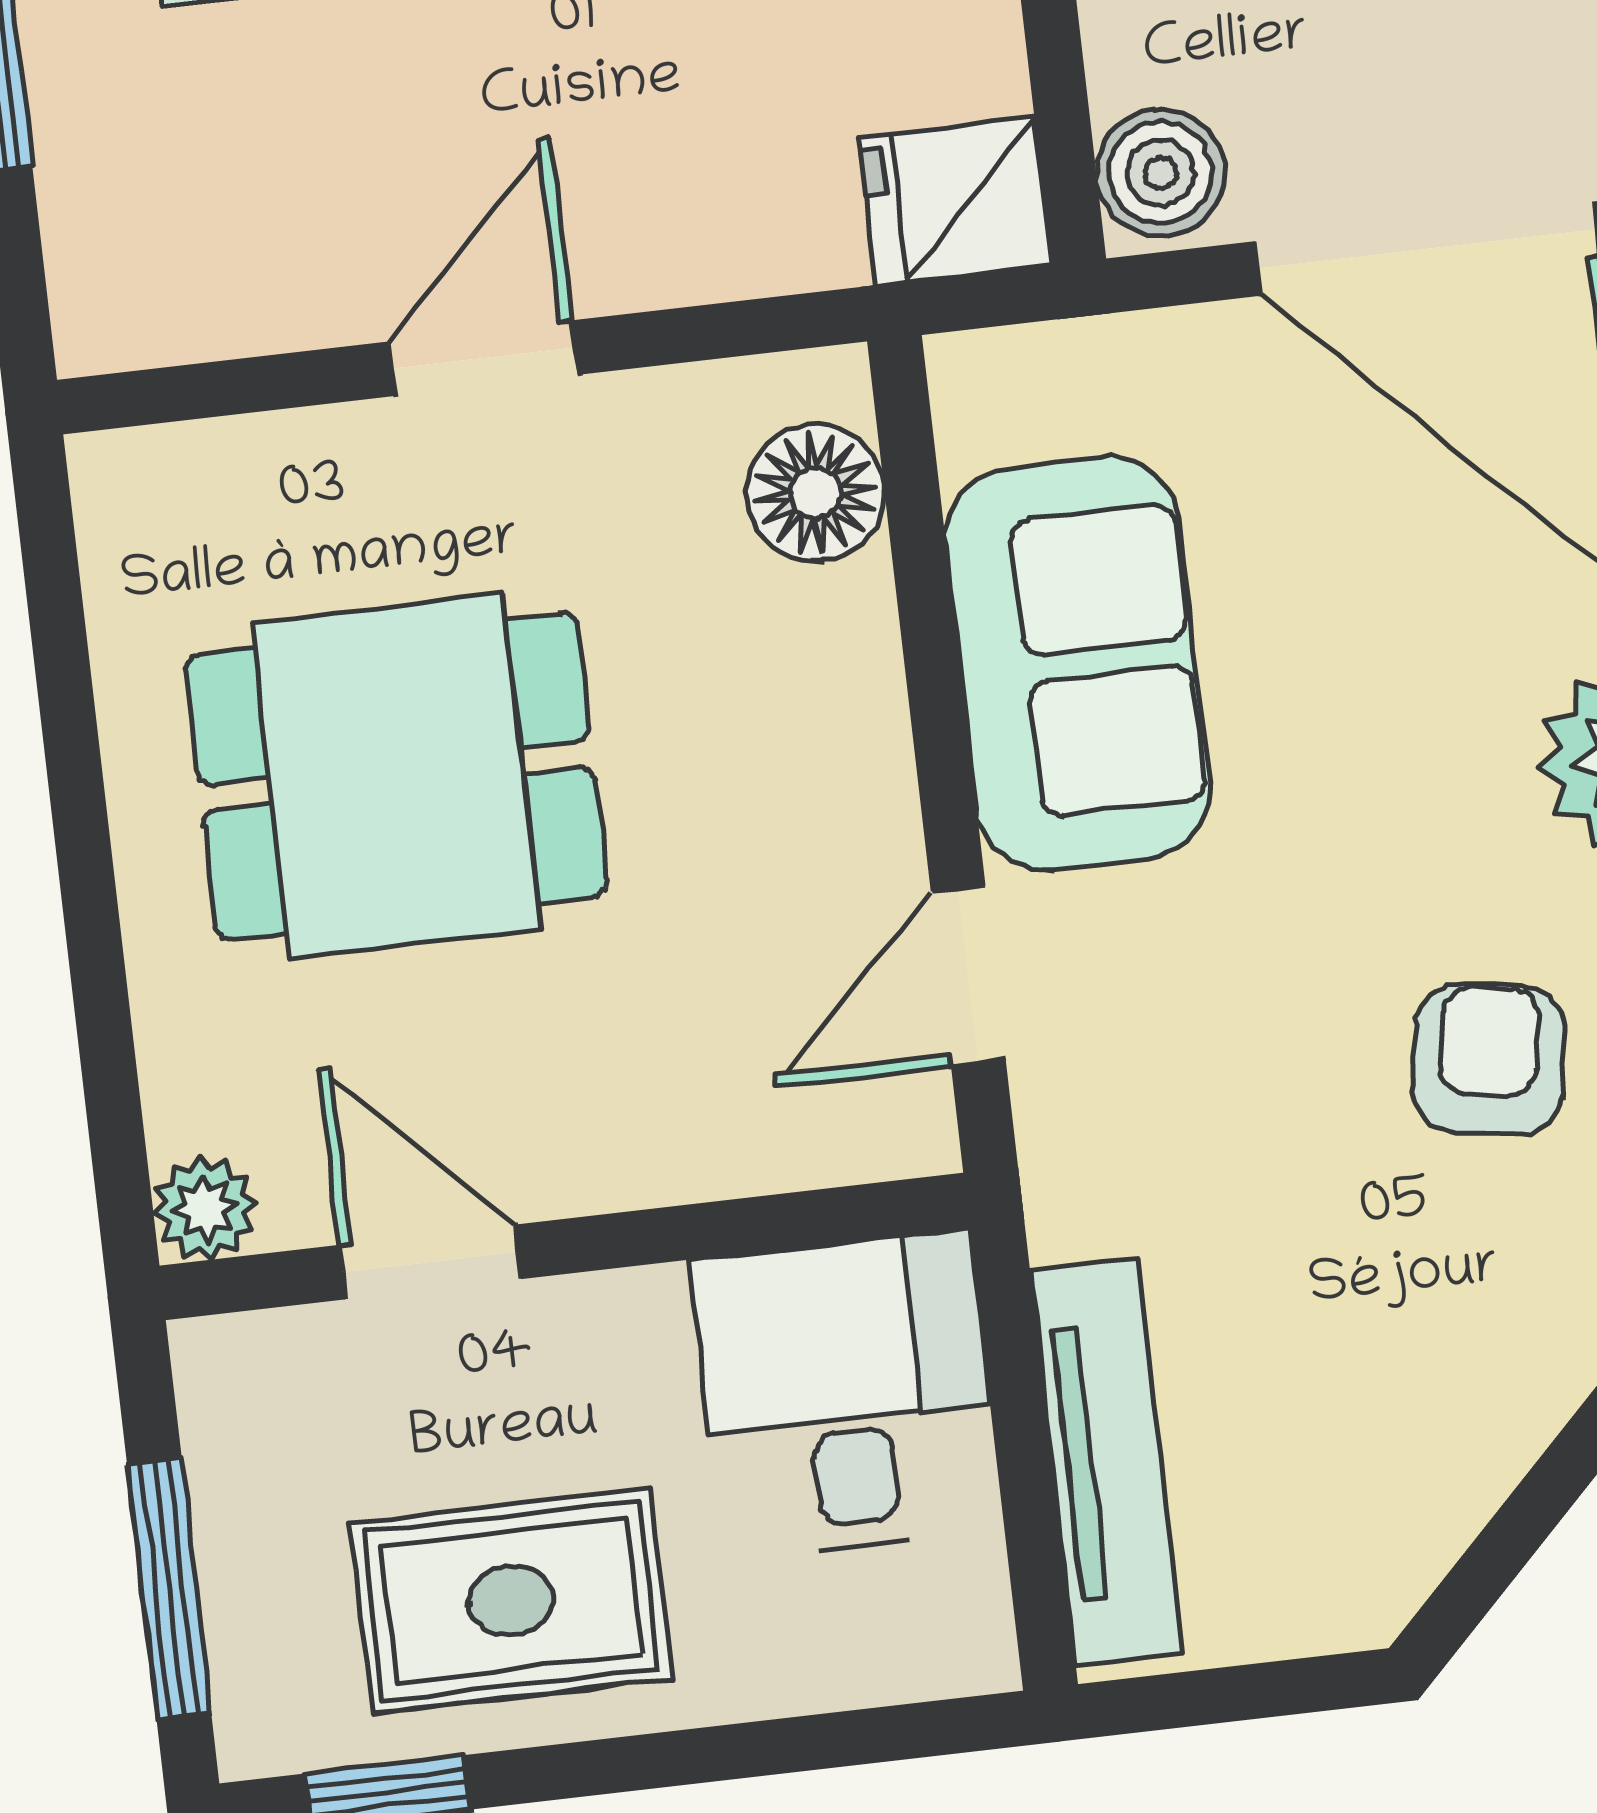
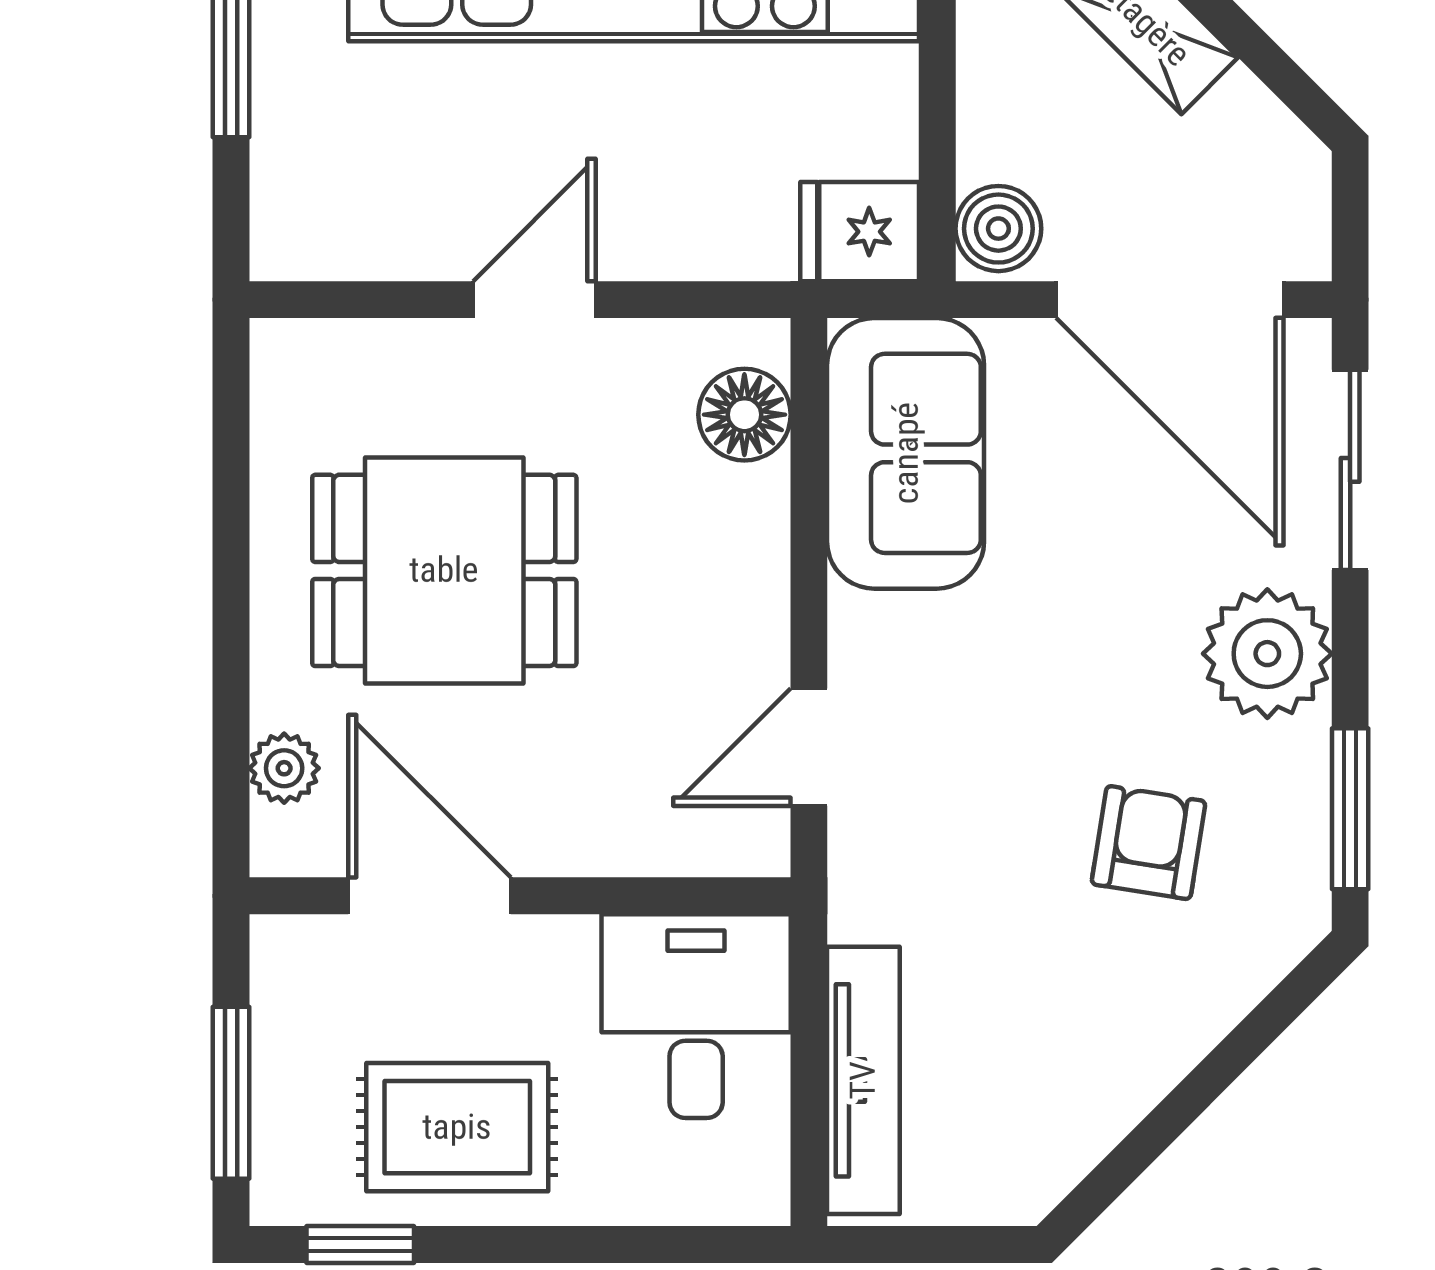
sofa: (1078, 664) -> (906, 453), moved
plant: (205, 1208) -> (284, 768), moved
door: (430, 1262) -> (430, 896), width x1.38

